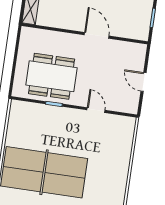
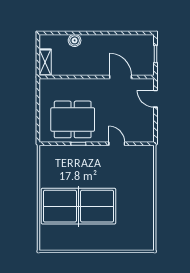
door: (97, 35) -> (120, 77), moved
door: (143, 82) -> (155, 99), moved

